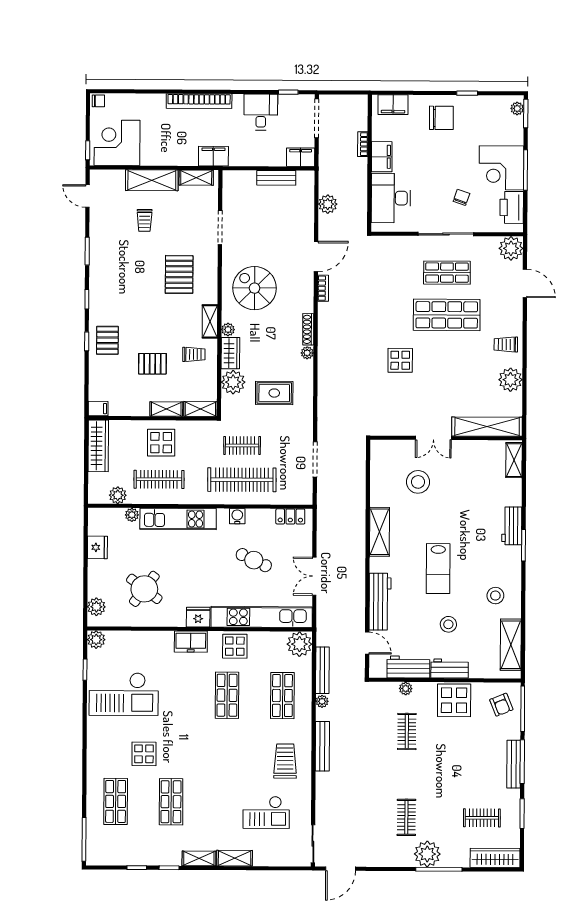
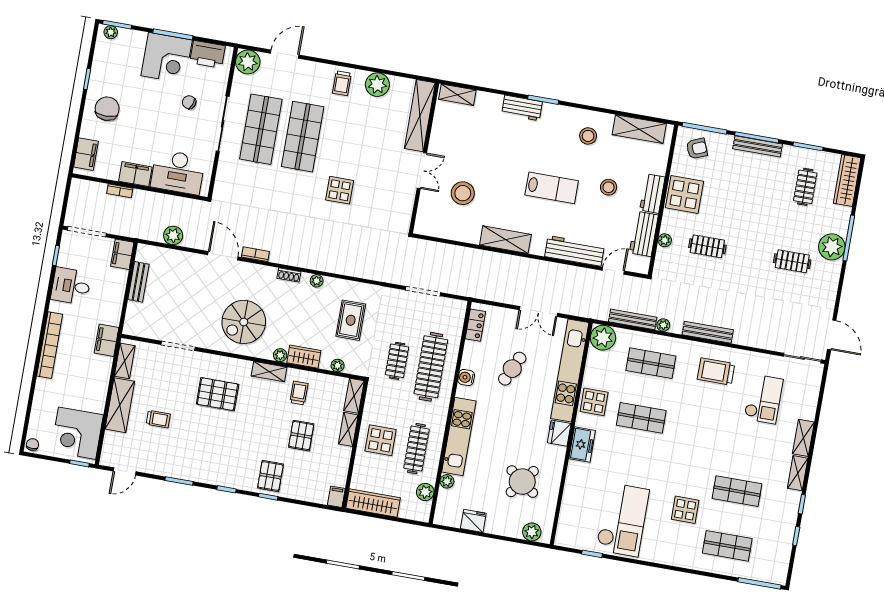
shop shelf: (447, 273) -> (261, 129), width x1.43, depth x1.36
shoe rack: (308, 329) -> (289, 275), width x0.70
pallet: (107, 340) -> (270, 476), turned 90
plant: (233, 382) -> (338, 365), width x0.53, depth x0.53
plant: (96, 640) -> (564, 538), removed

